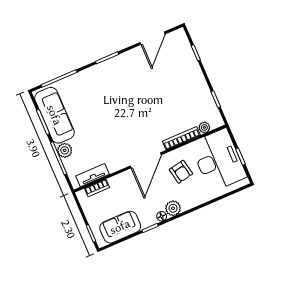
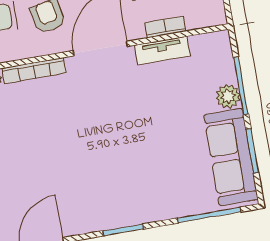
tv unit: (92, 175) -> (162, 50), moved
bookcase: (97, 188) -> (165, 27), moved

